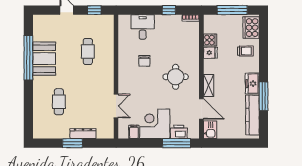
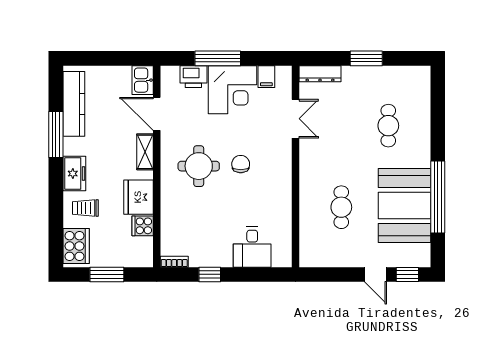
window: (94, 10) -> (407, 274), moved
window: (232, 10) -> (107, 274), width x0.69
fridge: (210, 53) -> (138, 197), width x1.88, depth x1.34
booth: (44, 59) -> (405, 205), width x1.36, depth x1.42
chair: (144, 61) -> (241, 164), moved
freezer: (252, 84) -> (74, 174), moved
double door: (116, 106) -> (295, 119), swing flipped
dresser: (83, 134) -> (320, 74), moved
window: (176, 143) -> (218, 58), moved

